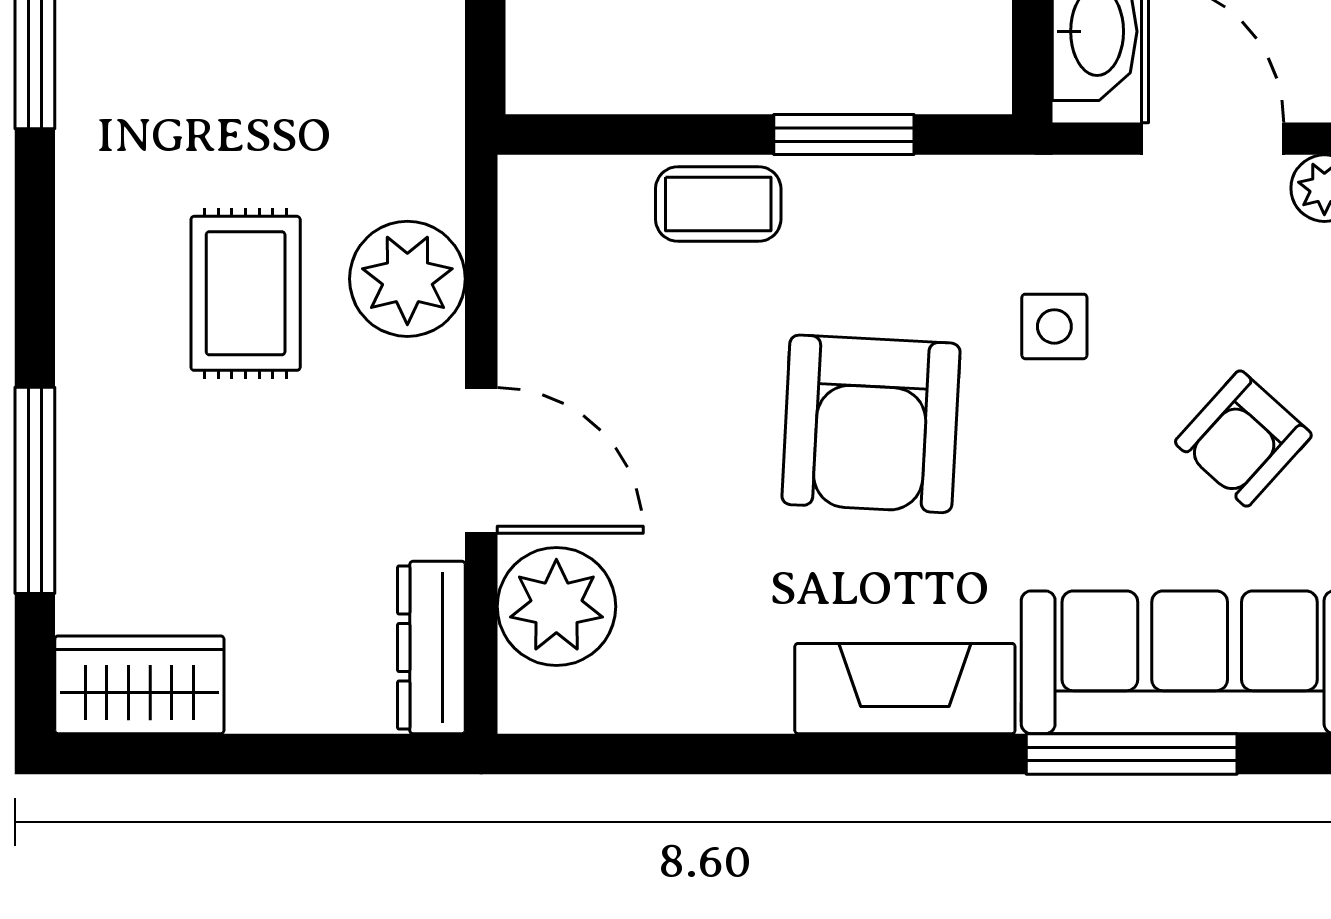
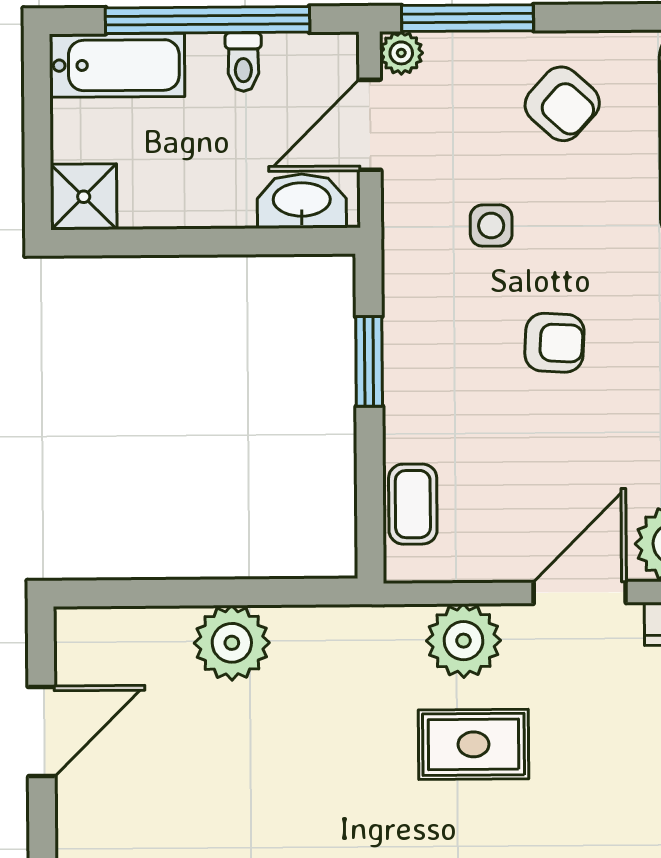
coffee table: (718, 204) -> (413, 504), moved
armchair: (871, 424) -> (554, 343), width x0.53, depth x0.53

